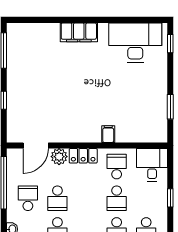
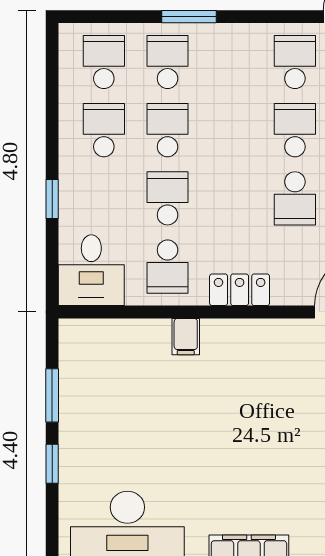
window: (170, 44) -> (52, 464), moved
plant: (59, 157) -> (291, 288), removed
school desk: (57, 198) -> (295, 198), turned 180

